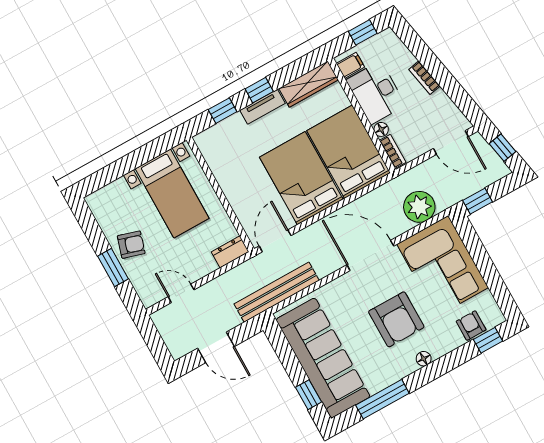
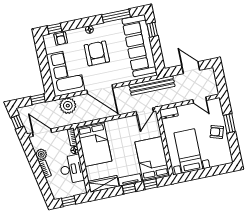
filing cabinet: (350, 65) -> (80, 187), removed
plant: (440, 102) -> (41, 154), added
bed: (301, 178) -> (152, 159), moved, turned 180

